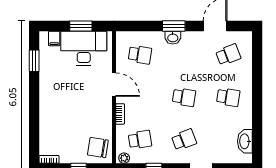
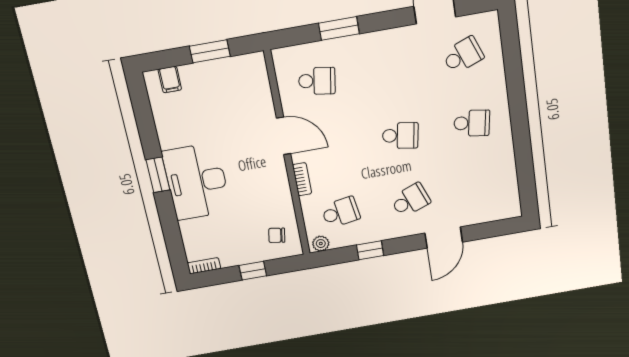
window: (174, 26) -> (339, 28), moved
washbasin: (173, 38) -> (367, 43), removed
desk: (84, 48) -> (197, 182), moved, turned -90
window: (34, 61) -> (158, 175), moved
washbasin: (245, 141) -> (507, 186), removed
chair: (98, 148) -> (277, 235), width x0.54, depth x0.54

